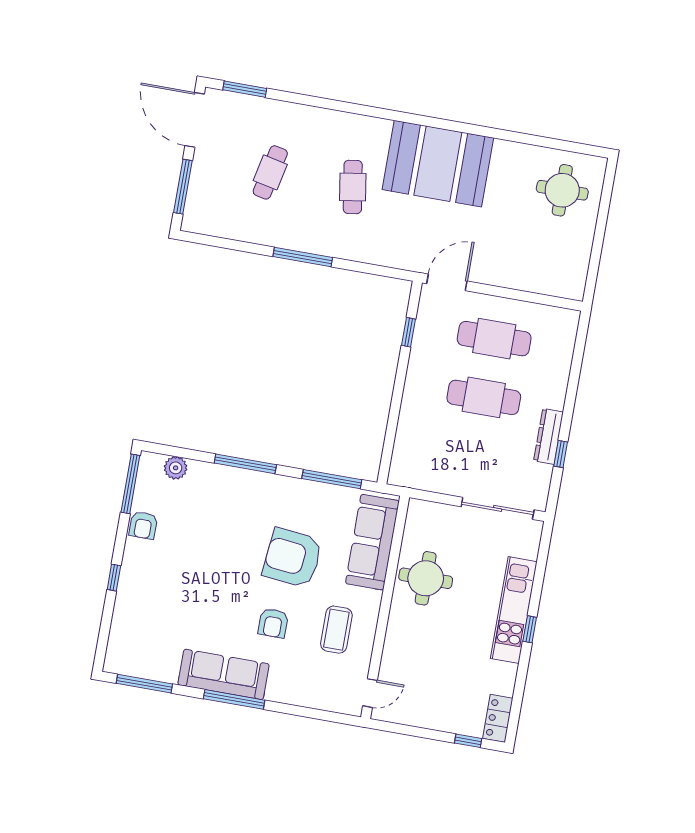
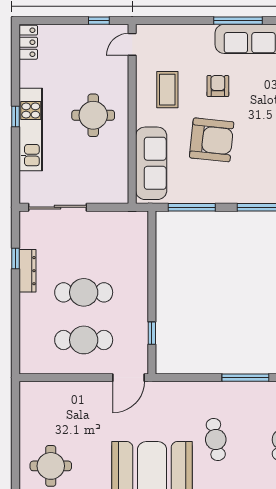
round table: (426, 578) -> (93, 115), moved
window: (468, 741) -> (99, 21), moved

